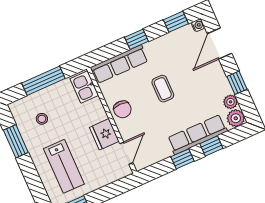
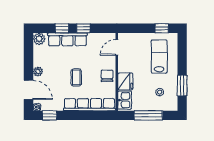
window: (136, 39) -> (79, 115), removed
door: (219, 44) -> (29, 90), hinge flipped
row of seats: (119, 64) -> (89, 105), width x1.36
window: (237, 83) -> (29, 61), removed
plant: (230, 102) -> (38, 71), moved
fridge: (104, 134) -> (125, 81), moved

